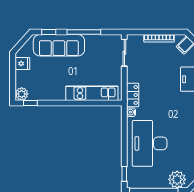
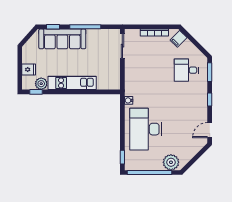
fridge: (22, 64) -> (29, 69), moved
kitchen unit: (92, 93) -> (72, 83), moved
plant: (22, 94) -> (41, 84), moved
locker: (133, 95) -> (130, 85), removed

